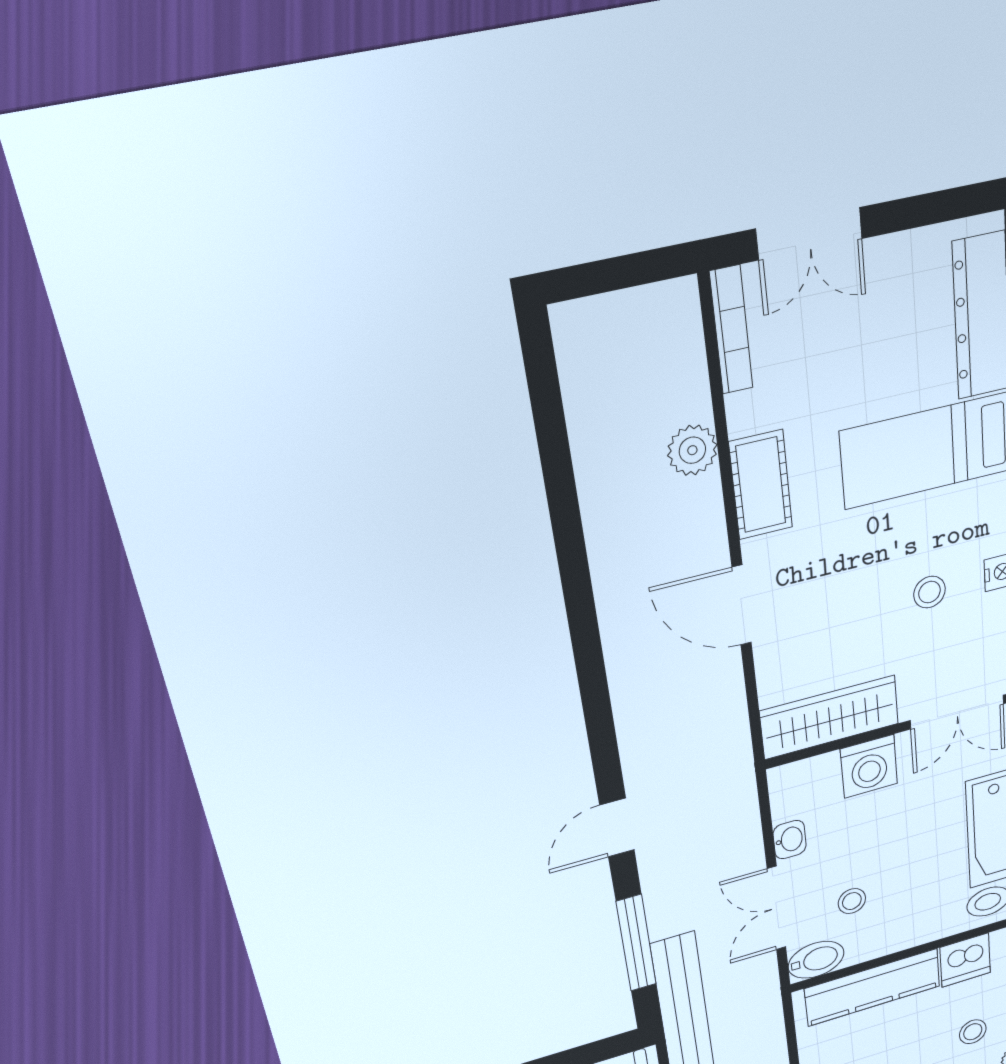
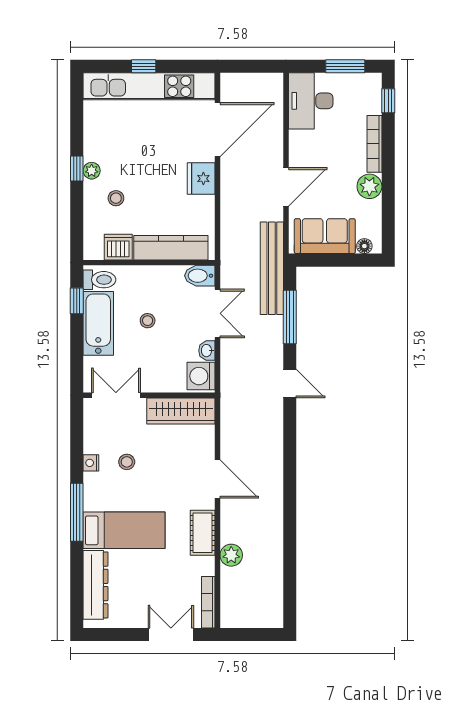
washing machine: (869, 766) -> (201, 376), moved, turned -90
door: (617, 828) -> (290, 384), hinge flipped
stool: (852, 901) -> (148, 321), moved

